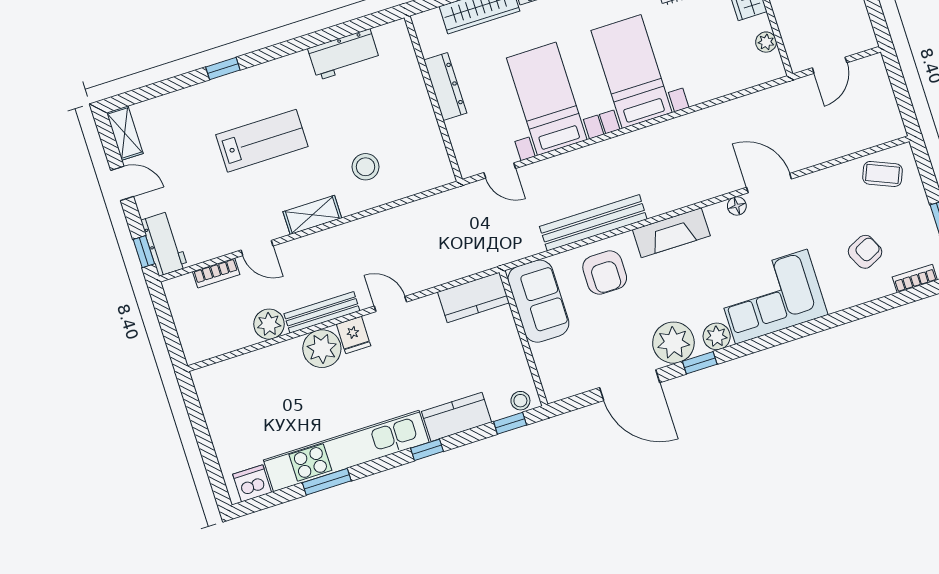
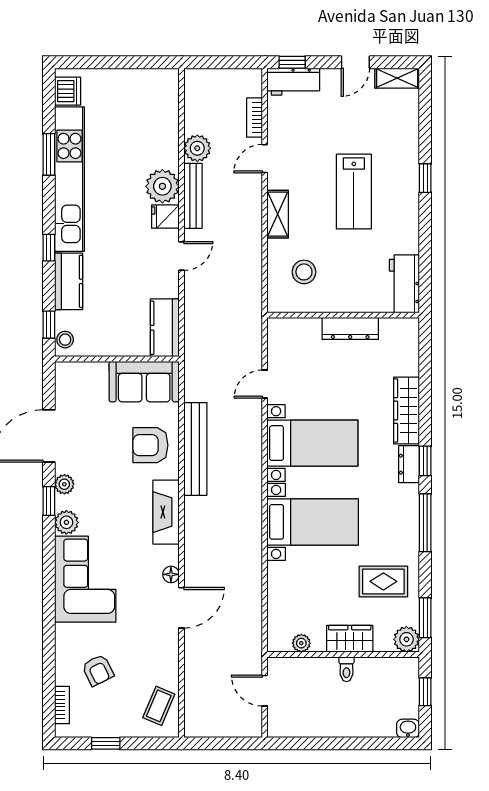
dresser: (445, 86) -> (350, 328), moved
wall: (433, 99) -> (343, 315), moved
plant: (673, 343) -> (64, 484), width x0.53, depth x0.53

